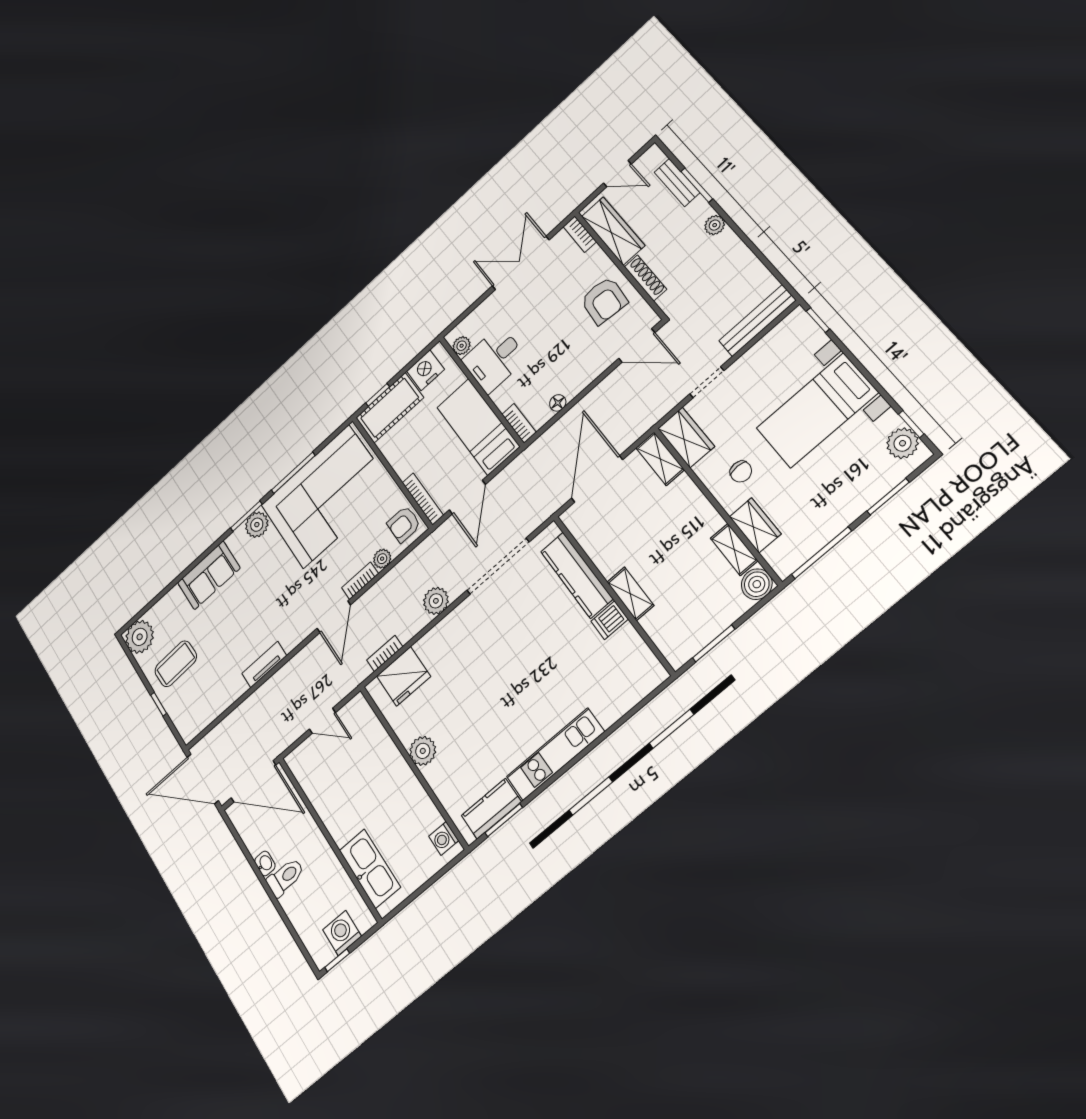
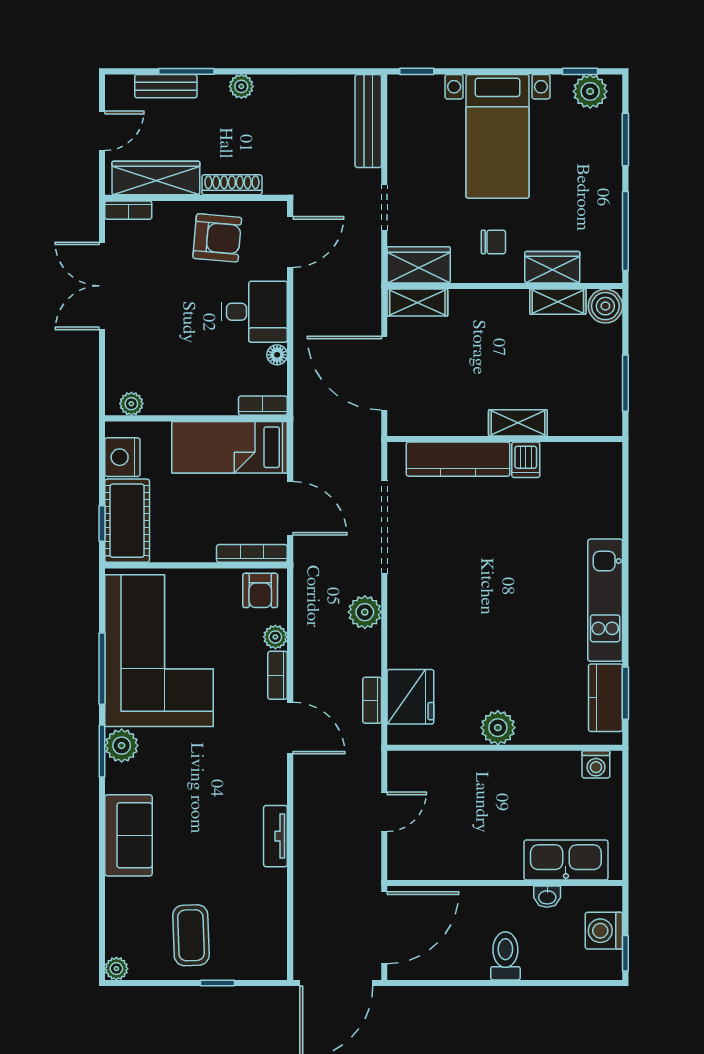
desk: (494, 359) -> (254, 312), moved, turned -90
plant: (140, 637) -> (116, 969), width x0.53, depth x0.53
washbasin: (265, 863) -> (547, 897), moved, turned 180

